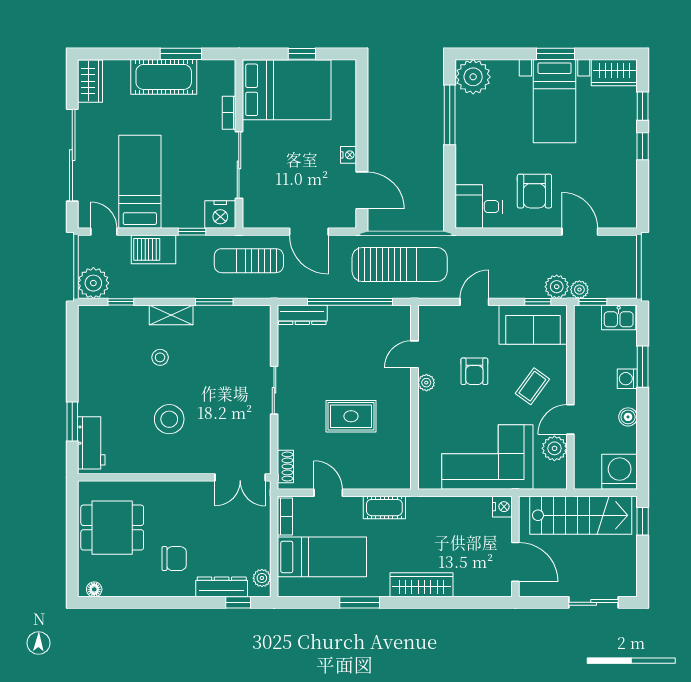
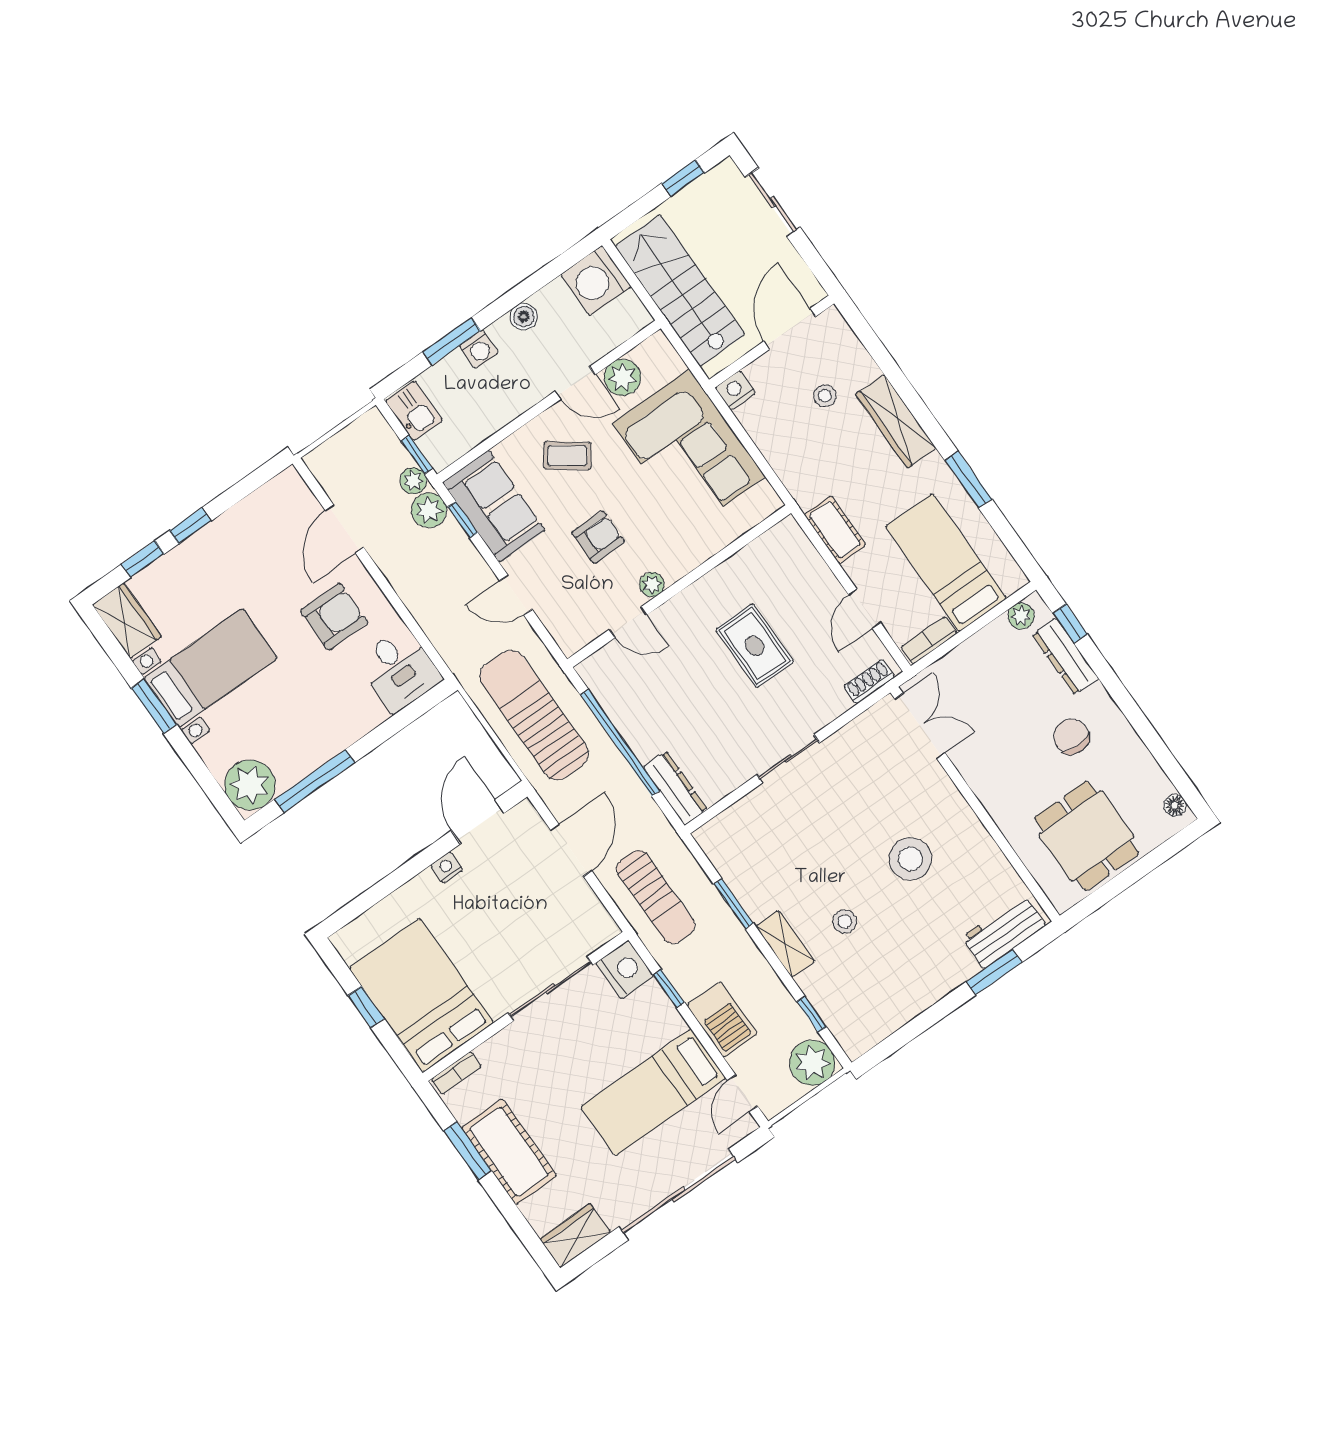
bookcase: (229, 113) -> (456, 1073), moved
window: (643, 521) -> (683, 178), moved
stool: (464, 555) -> (825, 396), added

